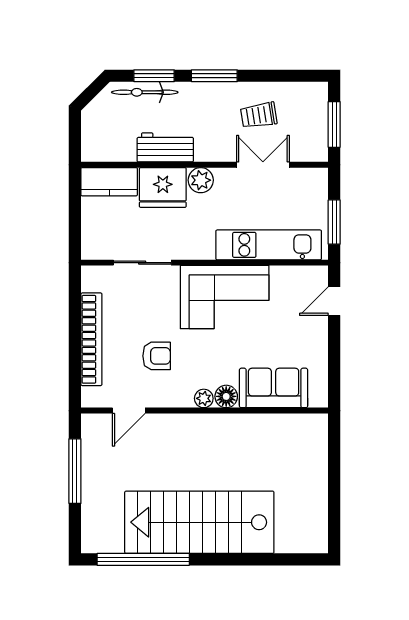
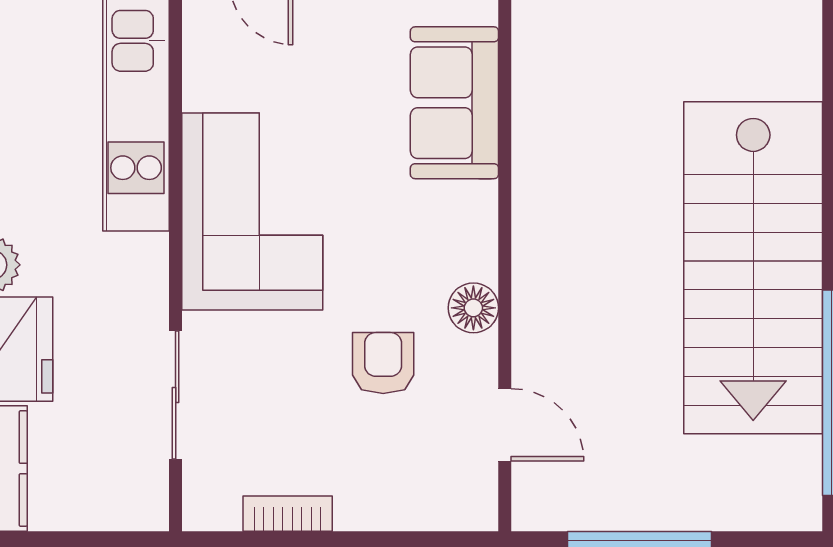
bookcase: (91, 339) -> (288, 514), width x0.43, depth x0.76
floor lamp: (226, 396) -> (473, 308), moved
plant: (204, 398) -> (478, 258), removed

